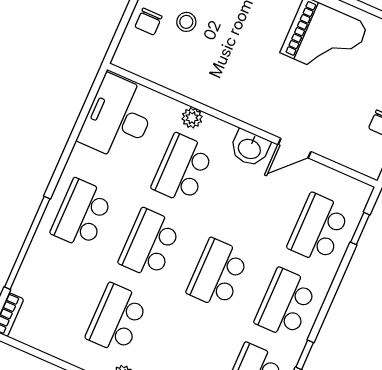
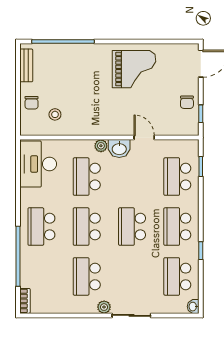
stool: (186, 22) -> (55, 114), moved
plant: (192, 118) -> (101, 146), moved
door: (294, 148) -> (144, 138), swing flipped

